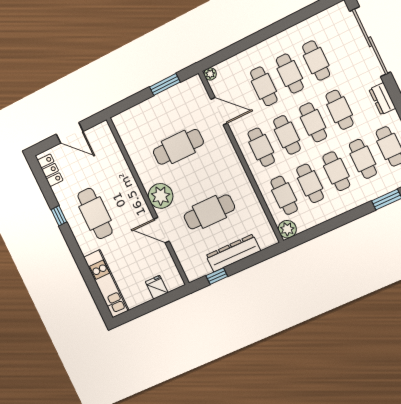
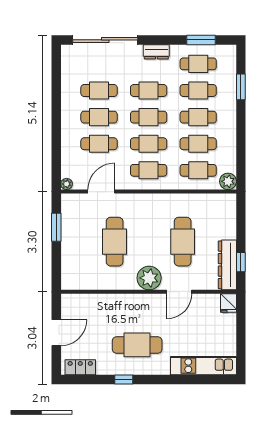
dresser: (233, 253) -> (227, 265), moved
fridge: (157, 287) -> (228, 303), moved, turned -90

